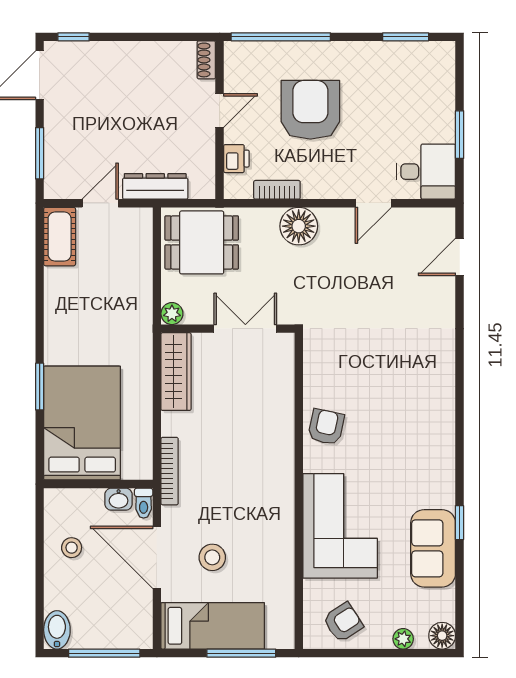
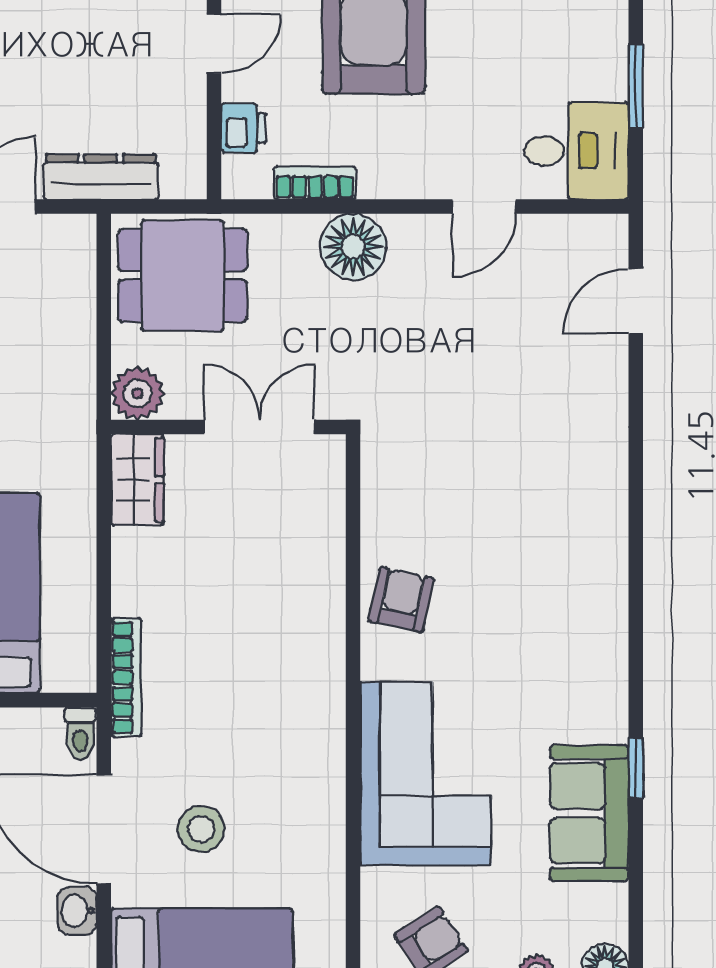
plant: (172, 314) -> (138, 393), width x1.38, depth x1.38
wardrobe: (176, 372) -> (137, 480), width x0.67
washbasin: (119, 499) -> (77, 911), moved, turned 90

